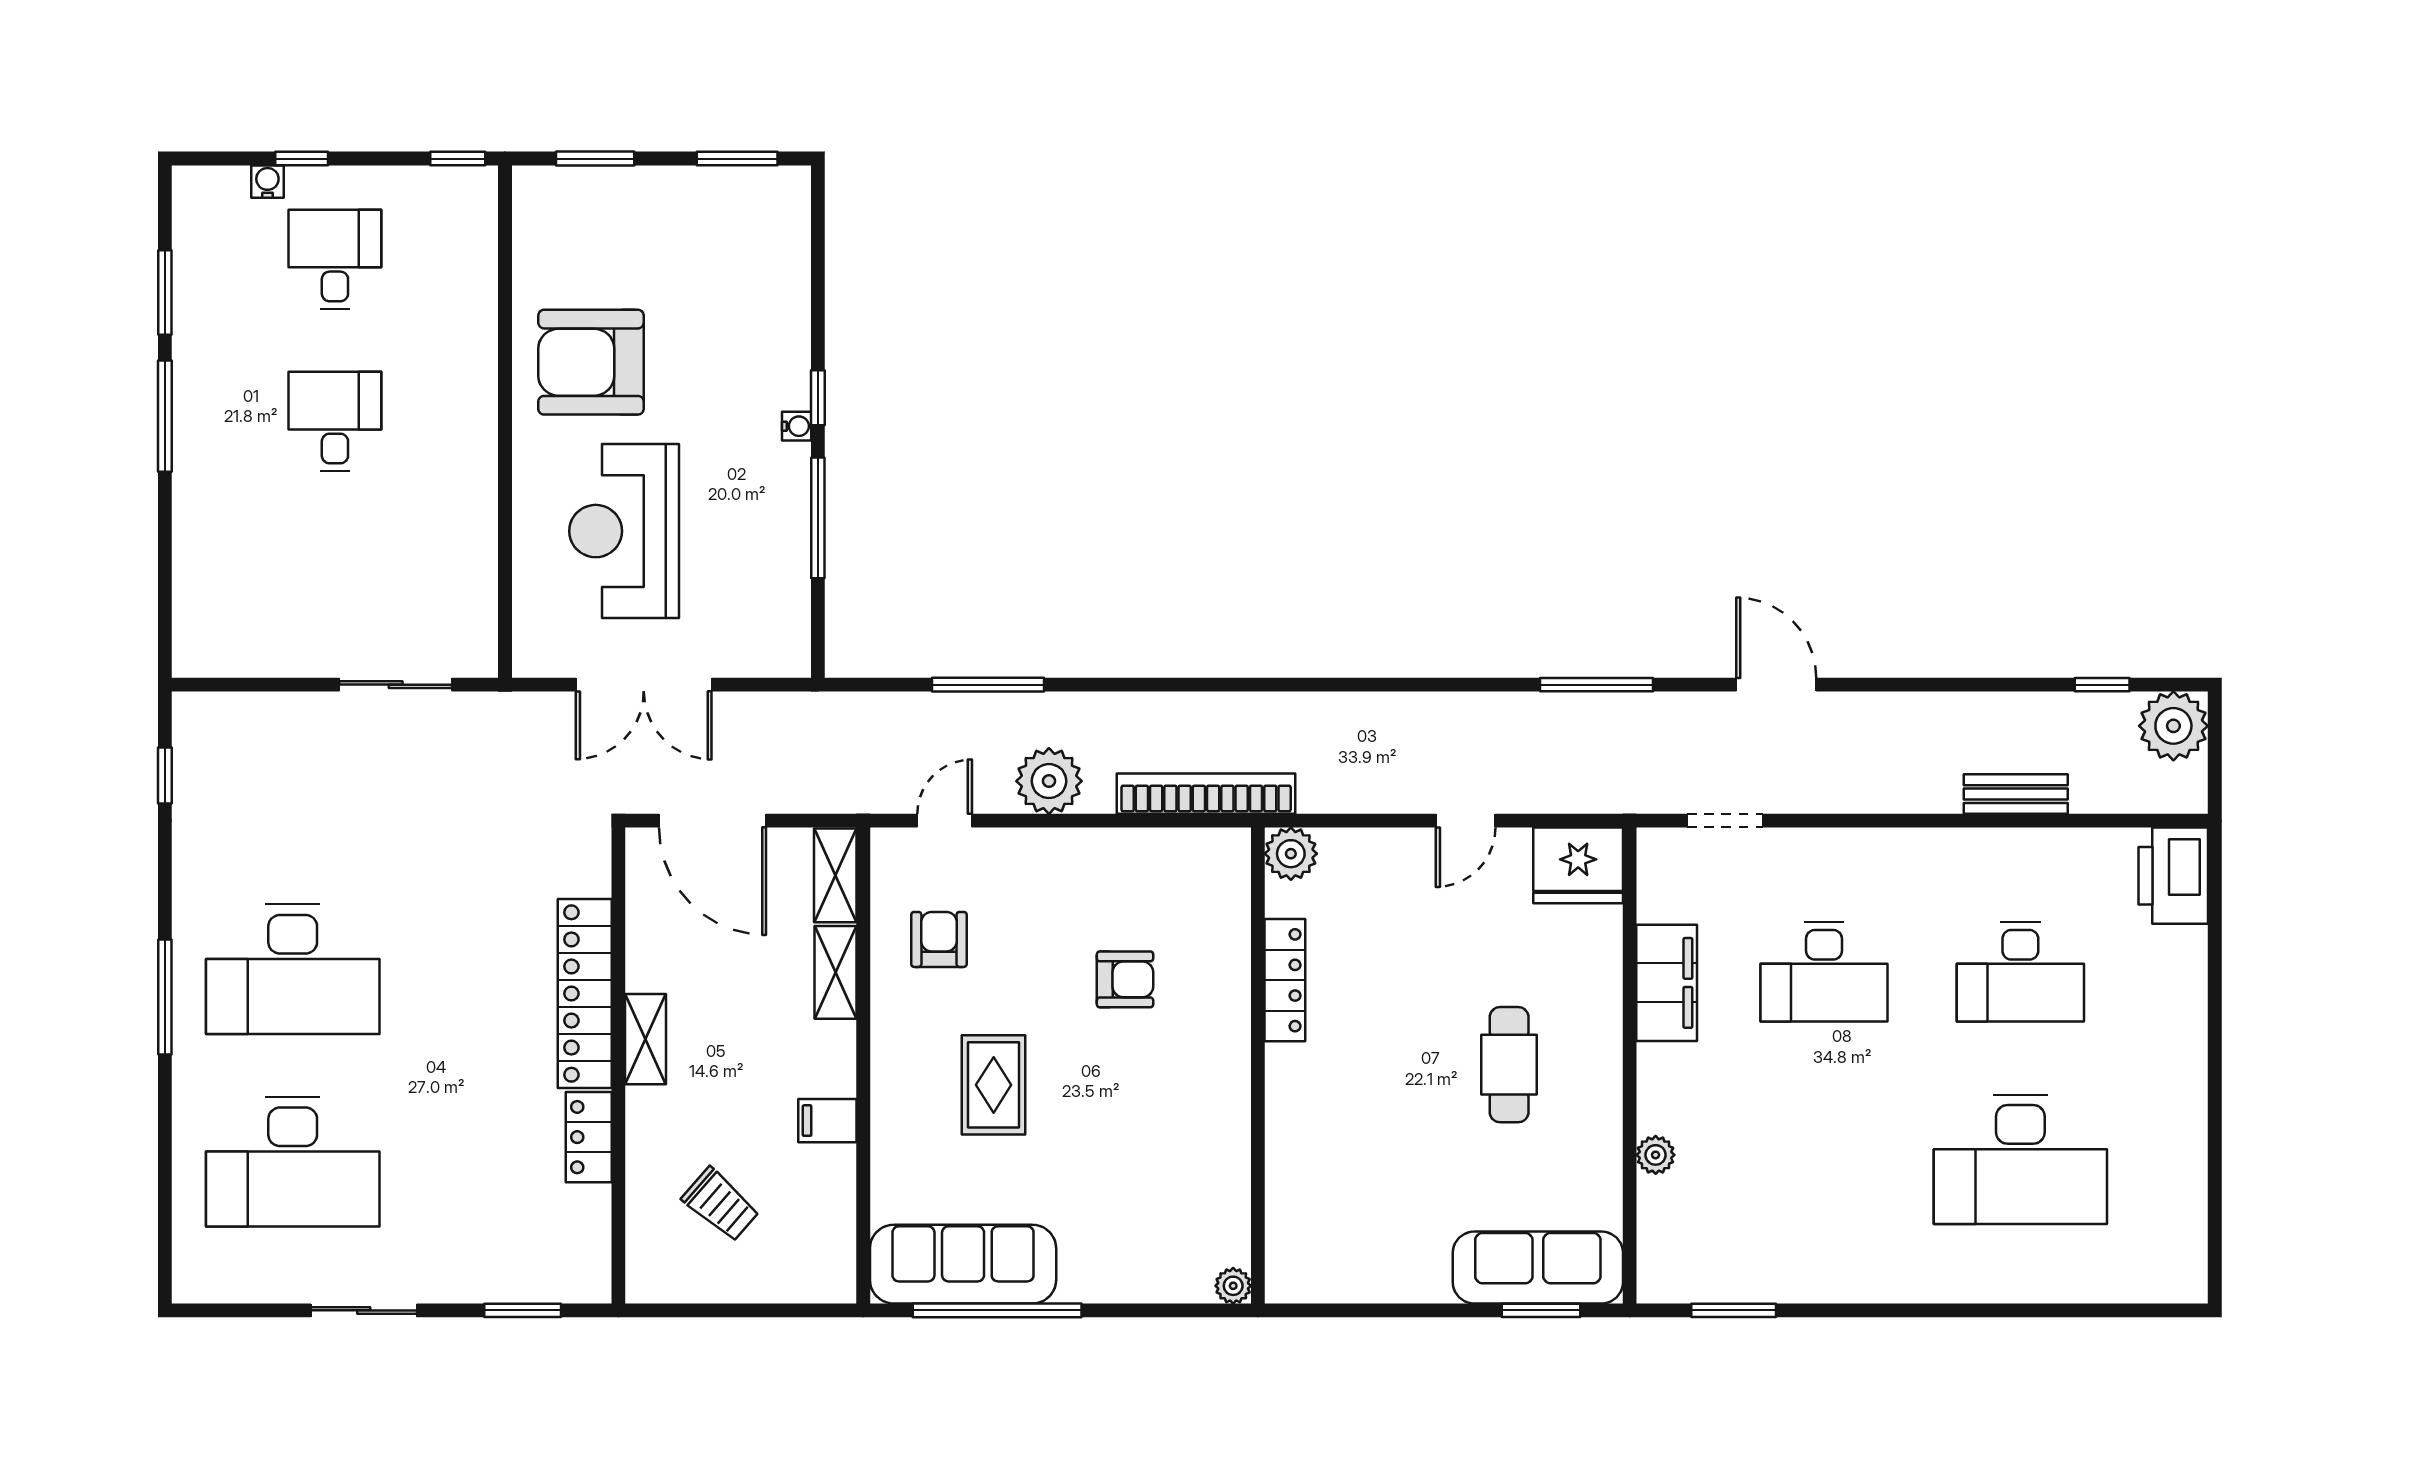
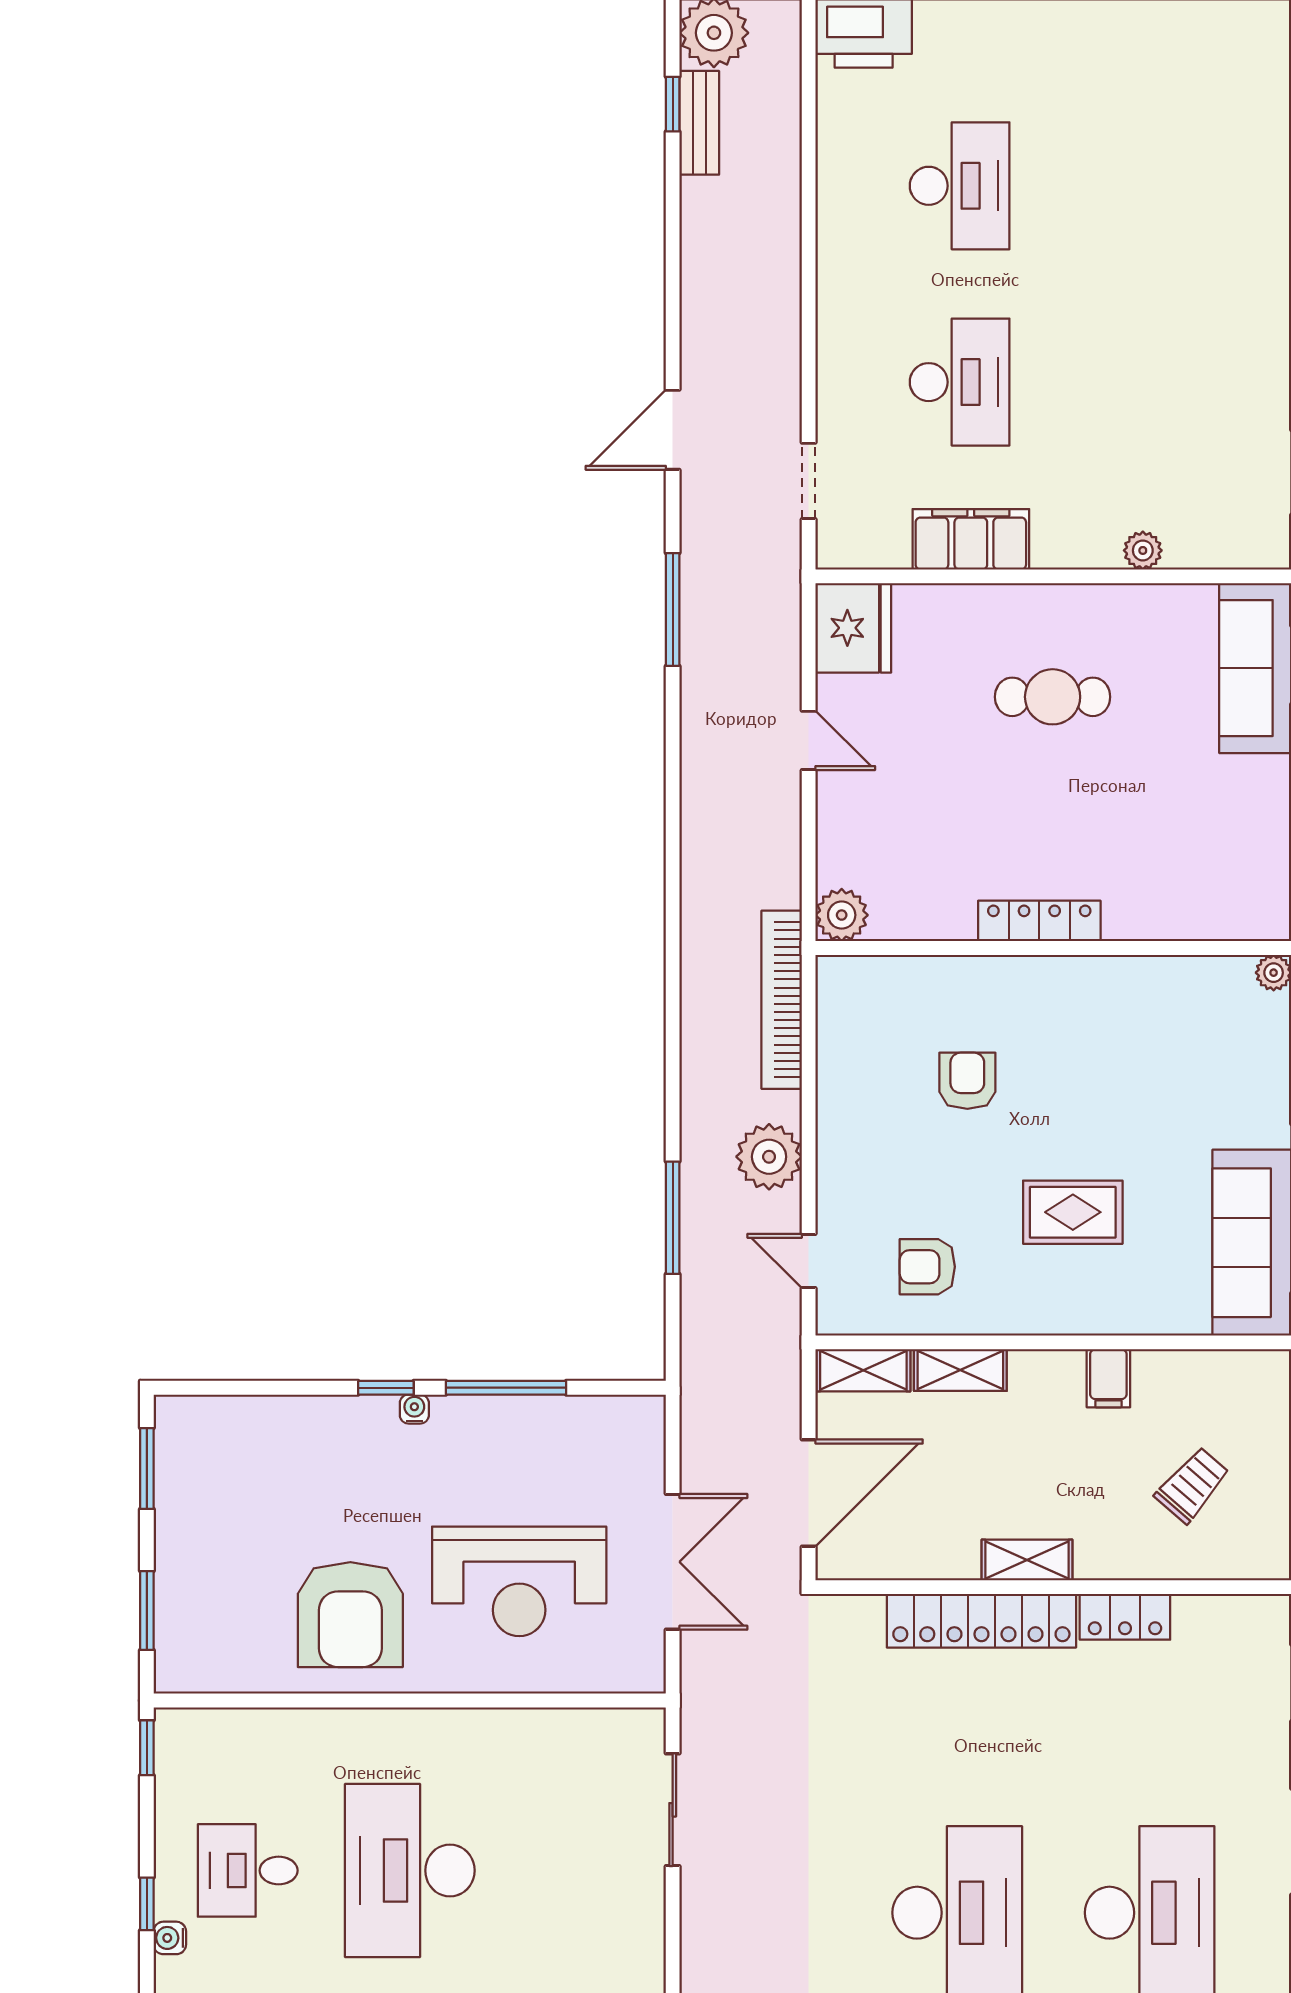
desk: (335, 422) -> (410, 1870), width x1.87, depth x1.30
bench: (2016, 794) -> (699, 123), moved
locker: (1285, 980) -> (1039, 921), moved
desk: (2020, 1159) -> (1147, 186), removed

